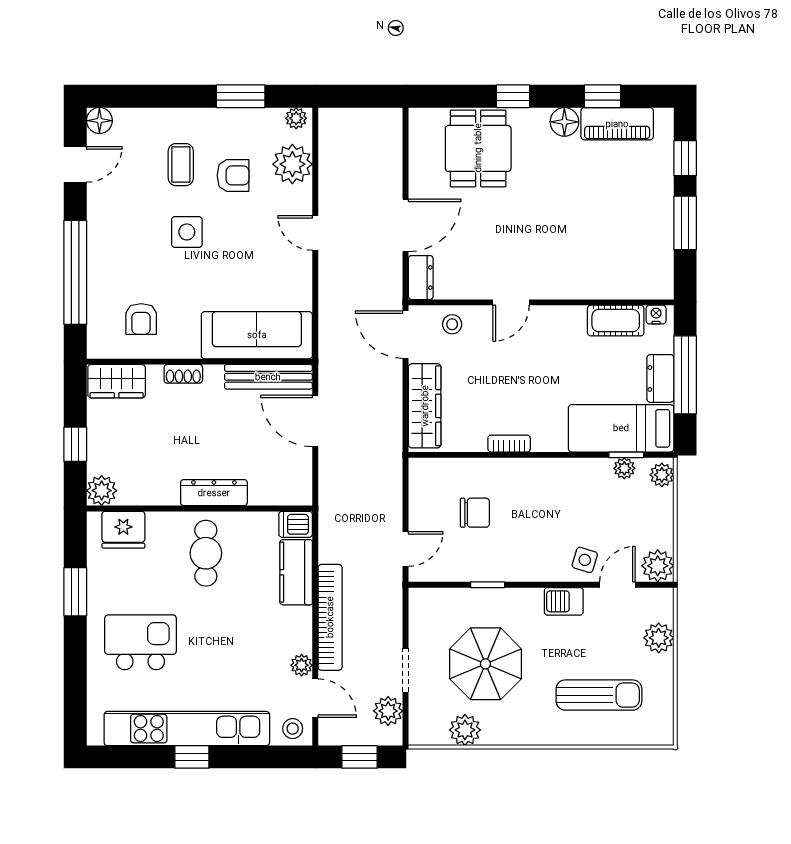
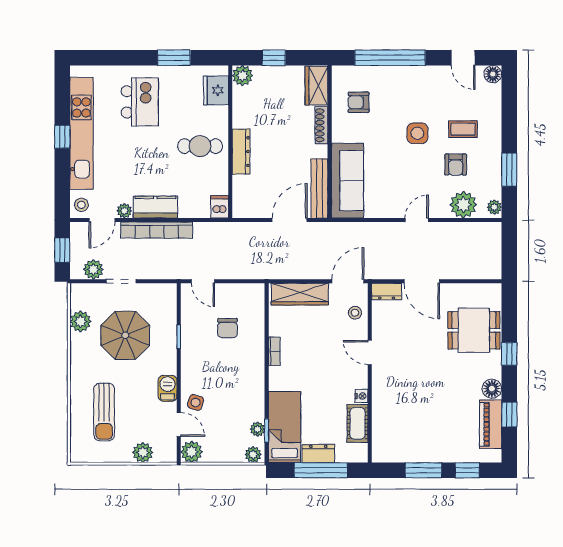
nightstand: (656, 315) -> (362, 396), moved
shoe rack: (183, 374) -> (321, 125), width x1.43
kitchen counter: (296, 572) -> (155, 207), moved

